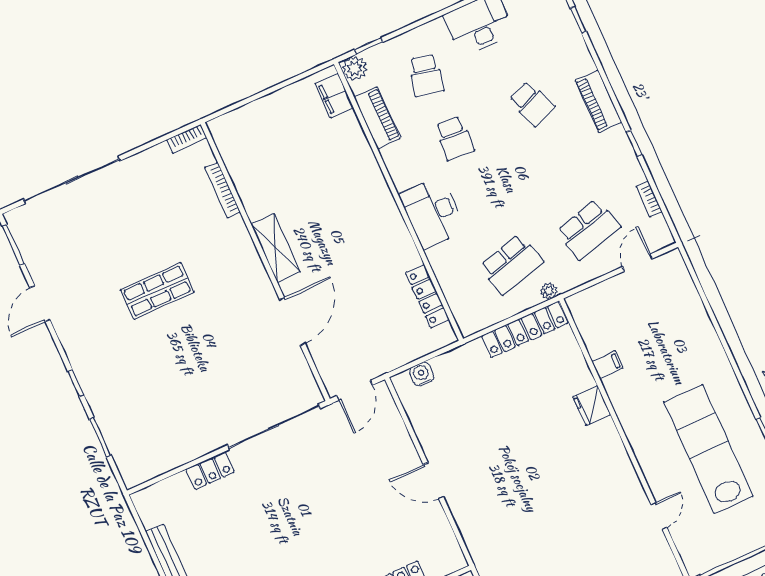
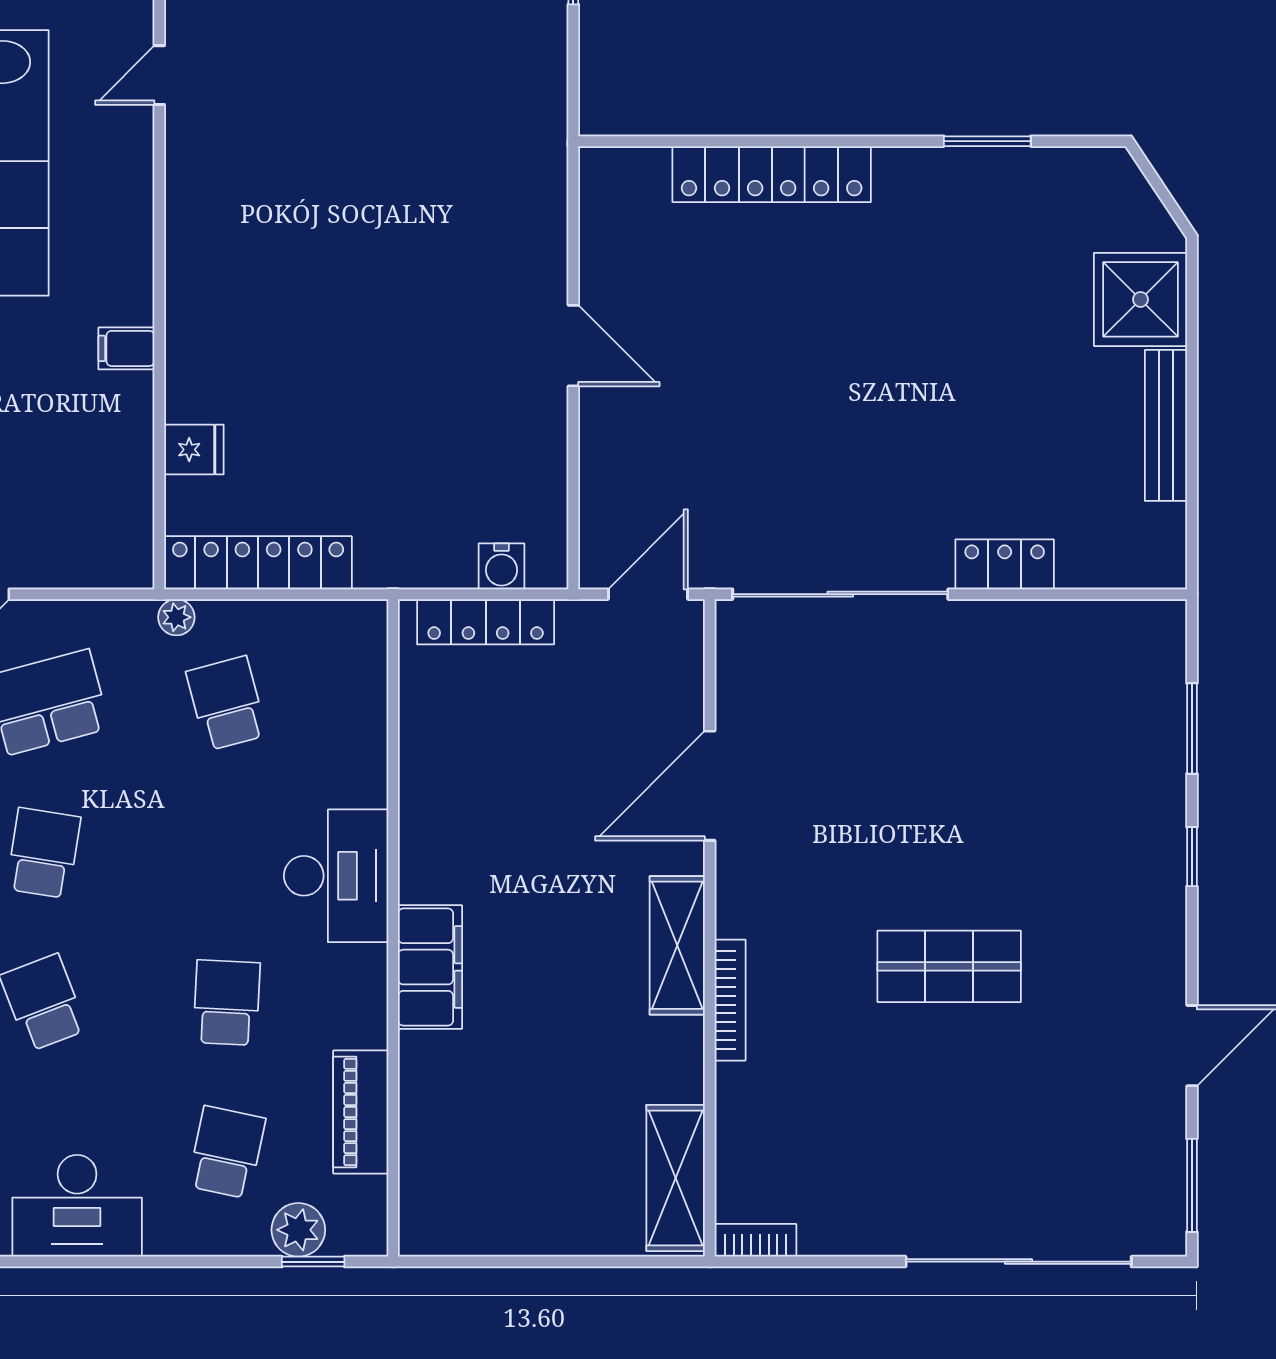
plant: (354, 68) -> (298, 1230), moved
filing cabinet: (334, 96) -> (430, 967), moved, width x1.50, depth x1.17
shelving: (232, 150) -> (676, 1178), added
school desk: (560, 166) -> (43, 853), added
bookcase: (223, 190) -> (730, 1000), moved
school desk: (511, 264) -> (227, 703), width x0.54
locker: (427, 296) -> (486, 622), moved, turned 90
filing cabinet: (607, 365) -> (126, 348), moved
fridge: (592, 406) -> (194, 450), moved, width x0.72

